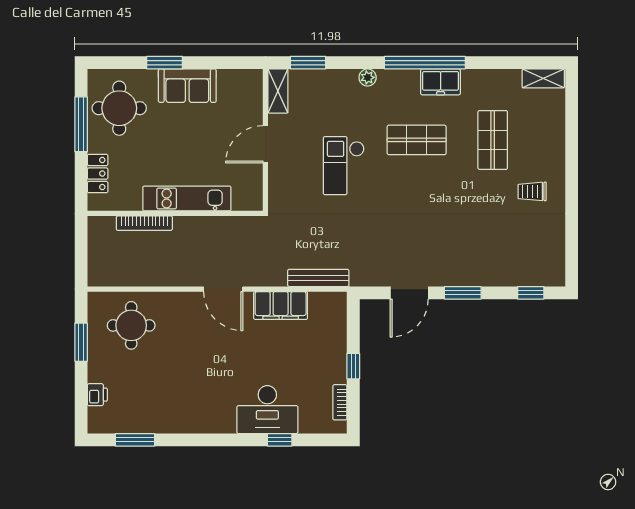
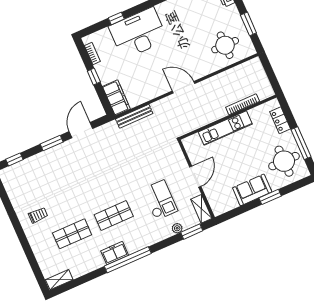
plant: (368, 77) -> (177, 228), moved
shop shelf: (493, 140) -> (72, 234), turned 90
checkout: (344, 166) -> (160, 200), moved
filing cabinet: (281, 305) -> (116, 98), moved, turned 90
desk: (267, 410) -> (138, 33), width x1.36, depth x1.30

